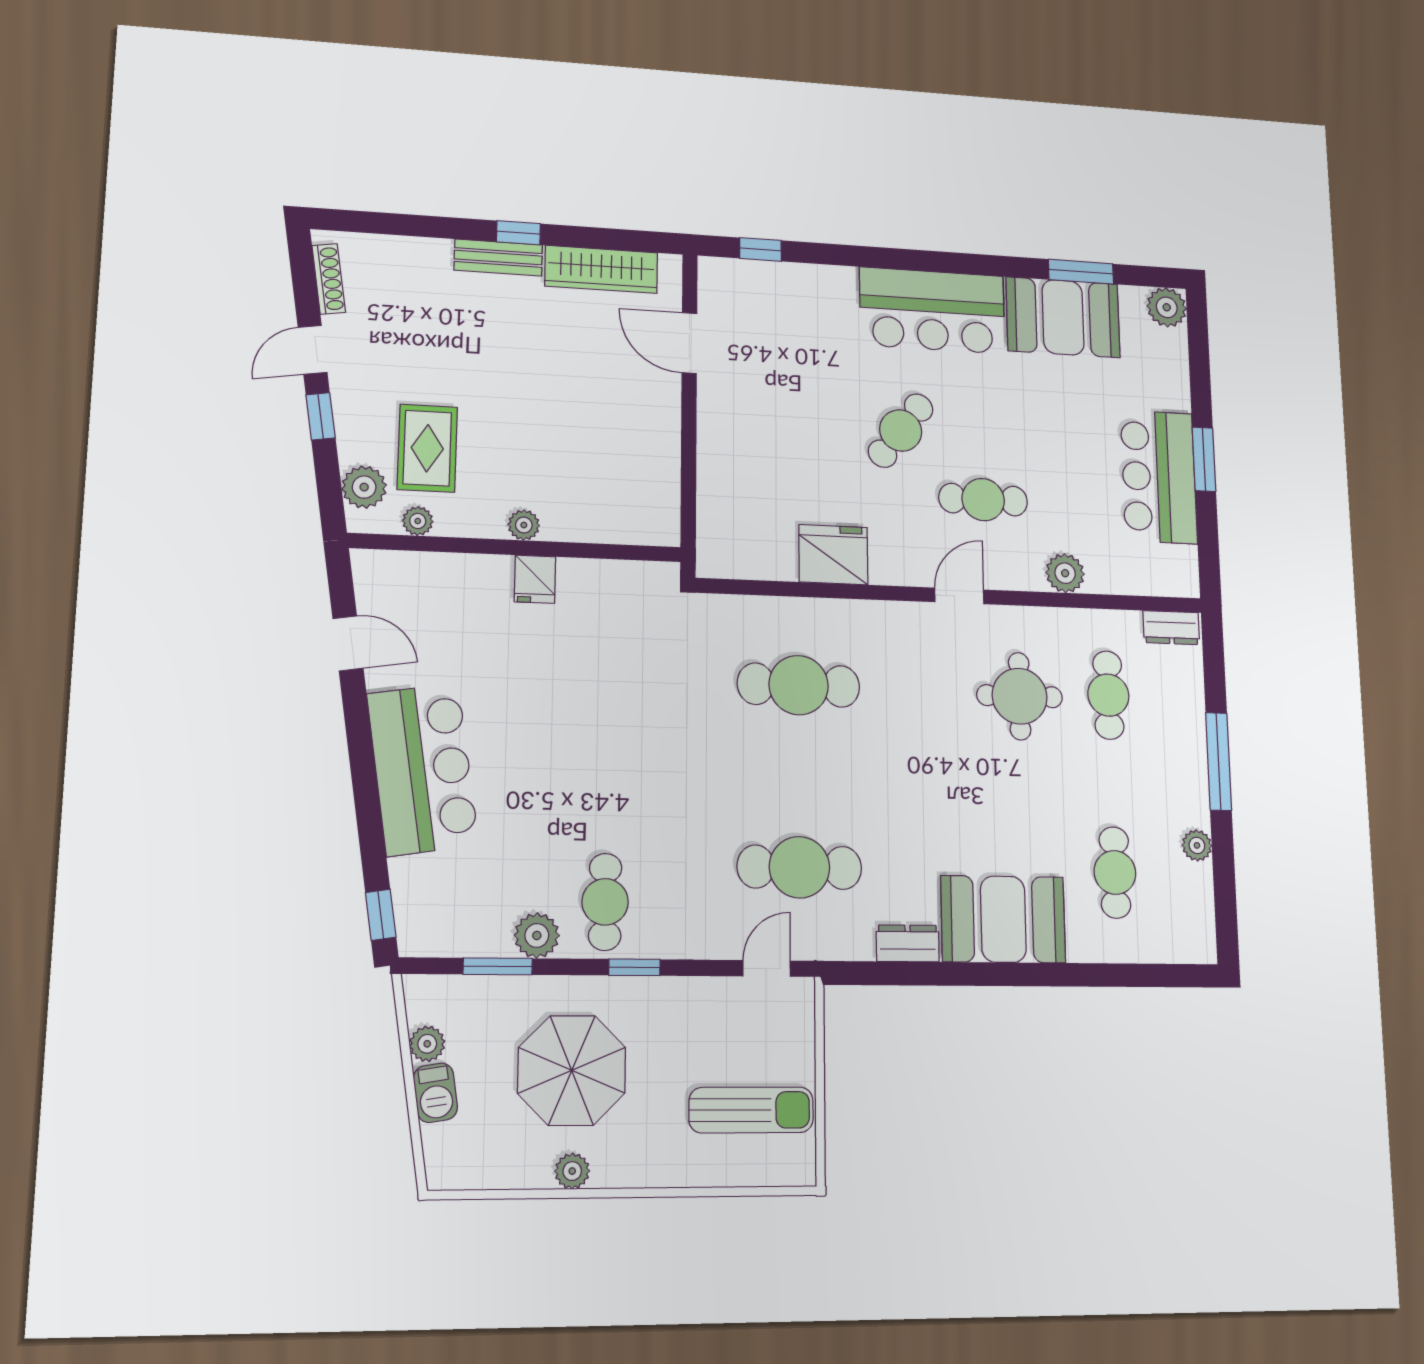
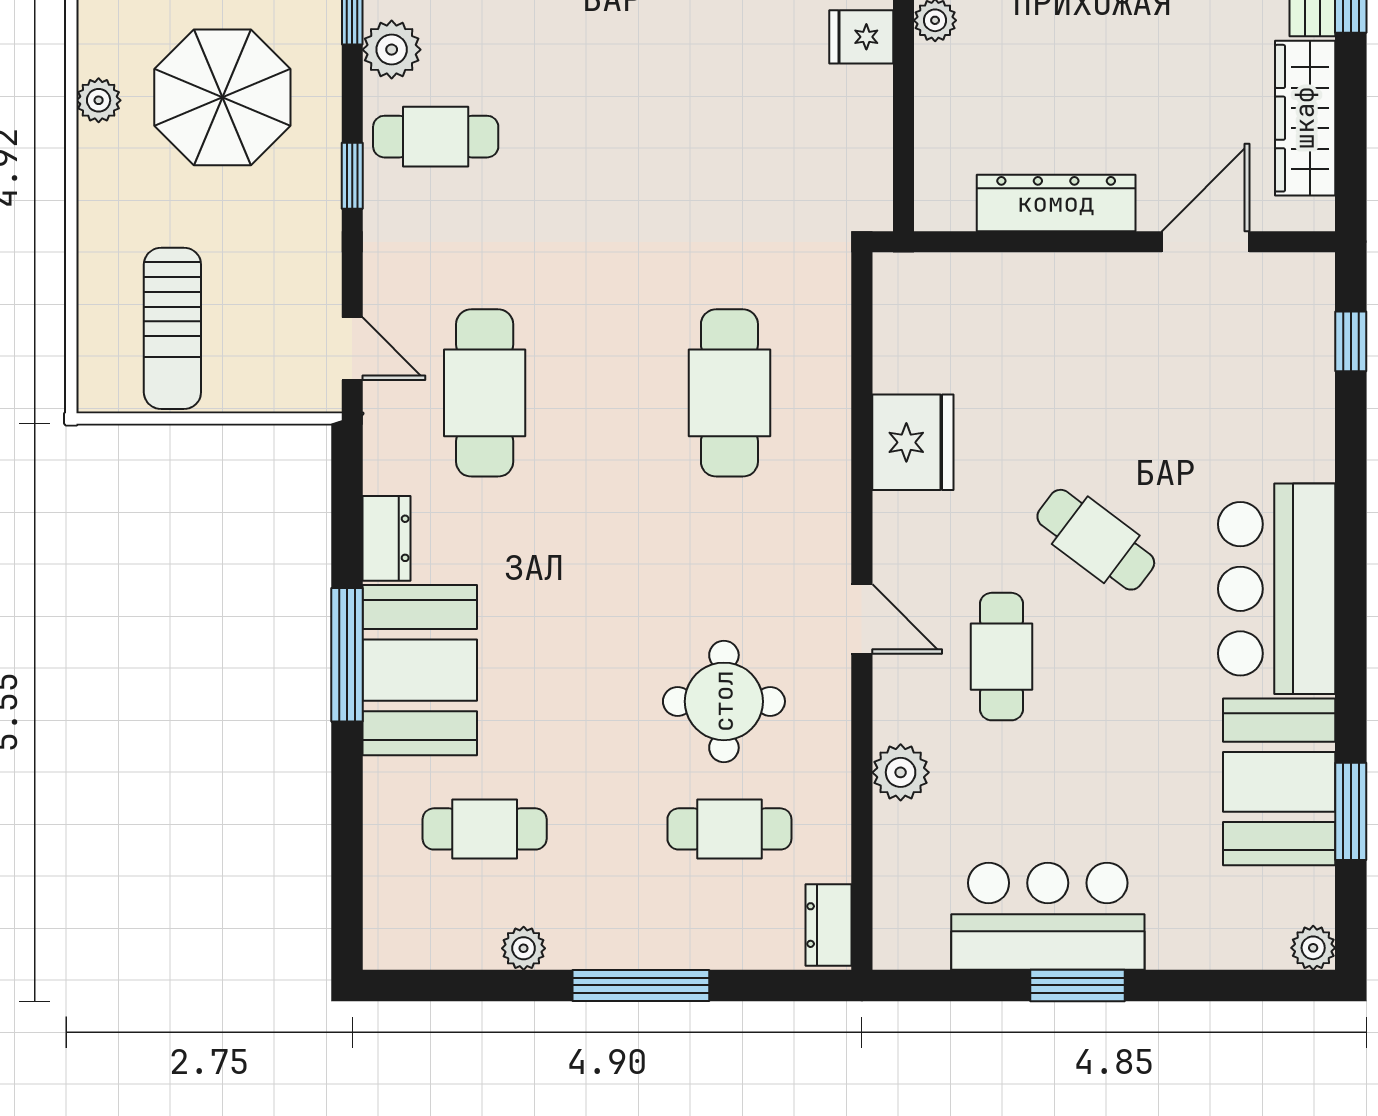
plant: (1167, 307) -> (1313, 948), width x0.73, depth x0.73
dresser: (661, 445) -> (1056, 203), added
window: (994, 974) -> (347, 655), added

